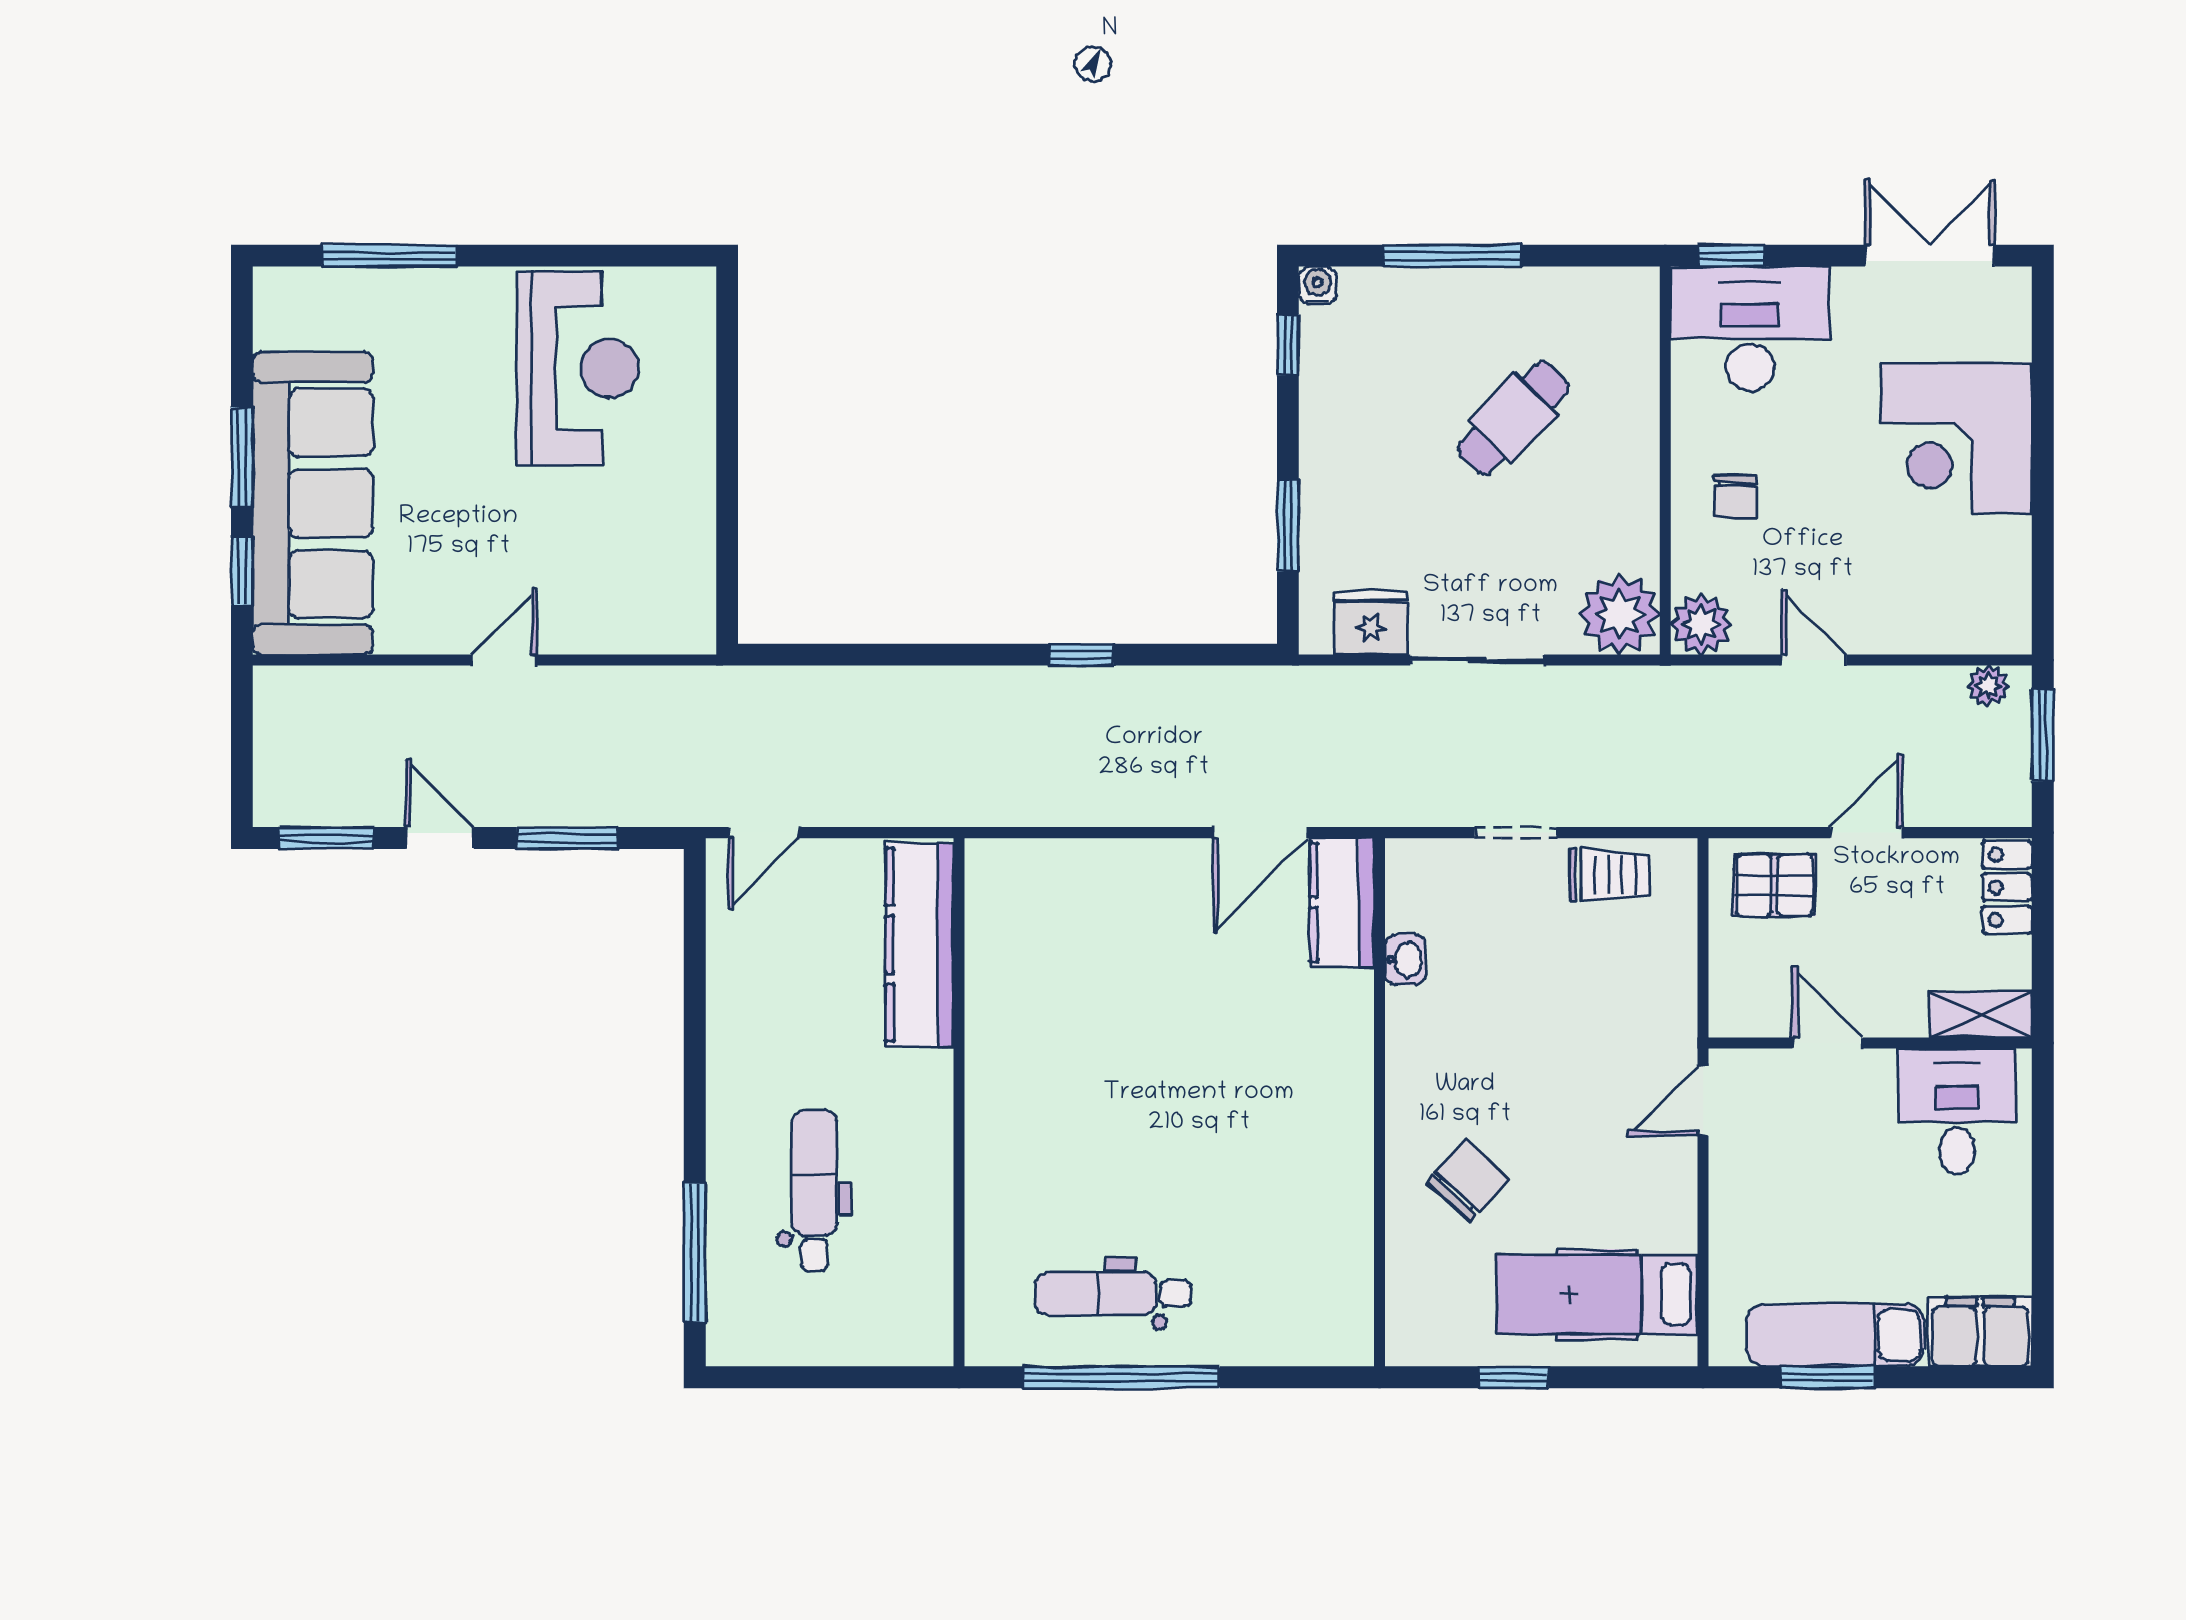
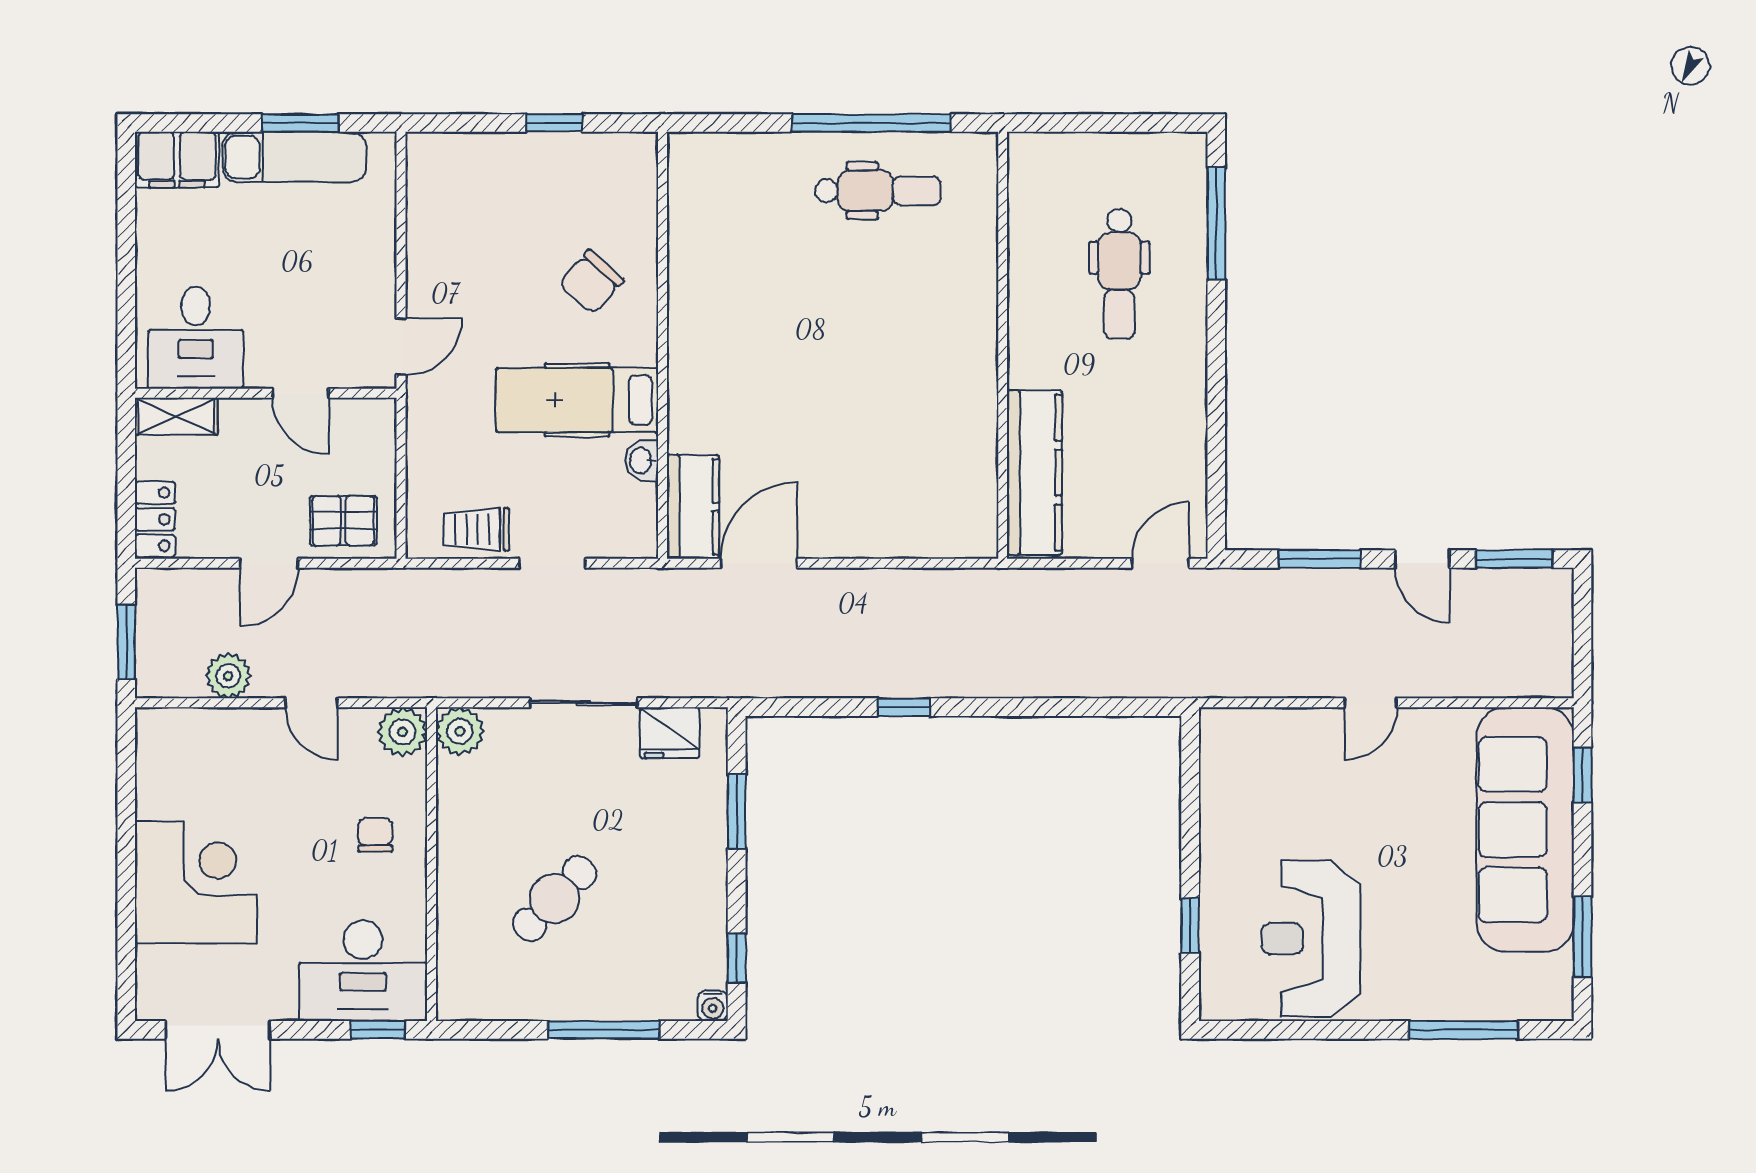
window: (727, 385) -> (1190, 925), added
window: (242, 457) -> (1582, 937), moved
plant: (1620, 614) -> (460, 731), width x0.73, depth x0.73
plant: (1988, 686) -> (228, 676), moved, width x1.38, depth x1.38
hospital bed: (1597, 1294) -> (577, 400), moved, turned 180

